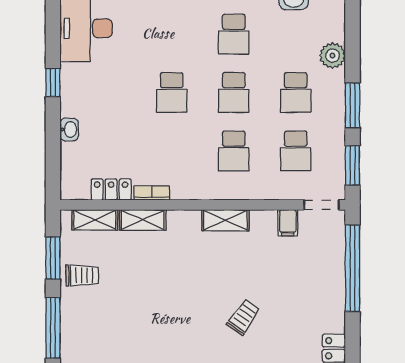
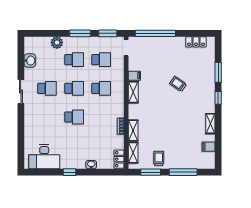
locker: (111, 190) -> (119, 159), moved
filing cabinet: (288, 223) -> (134, 76), moved

